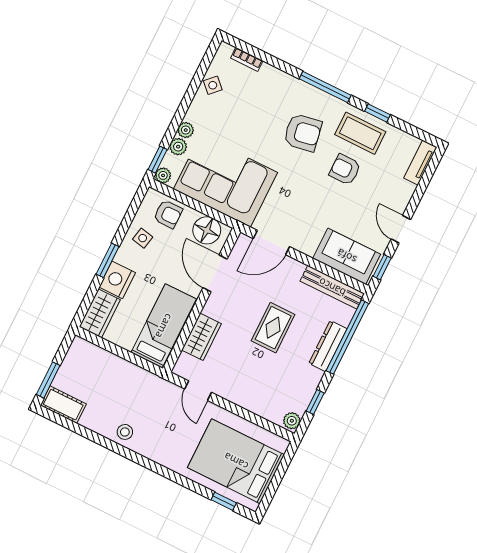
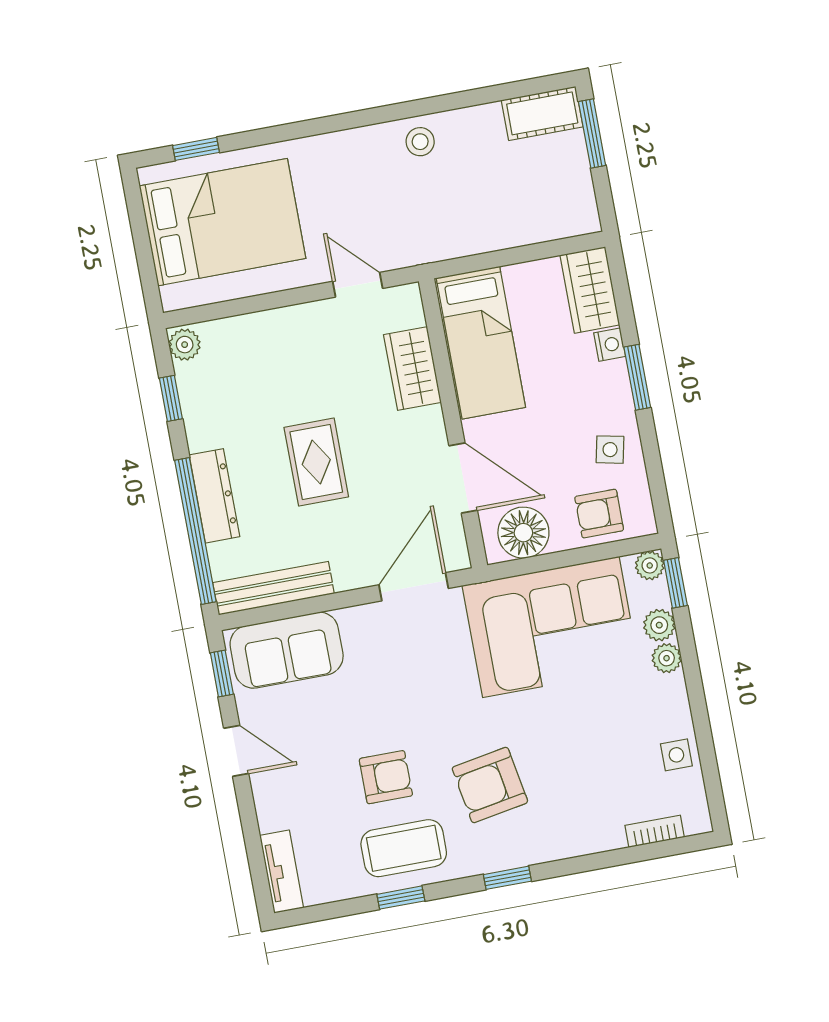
side table: (213, 85) -> (676, 755), turned 45
window: (325, 87) -> (507, 878), width x0.46
nightstand: (117, 280) -> (610, 345), width x0.53, depth x0.56

